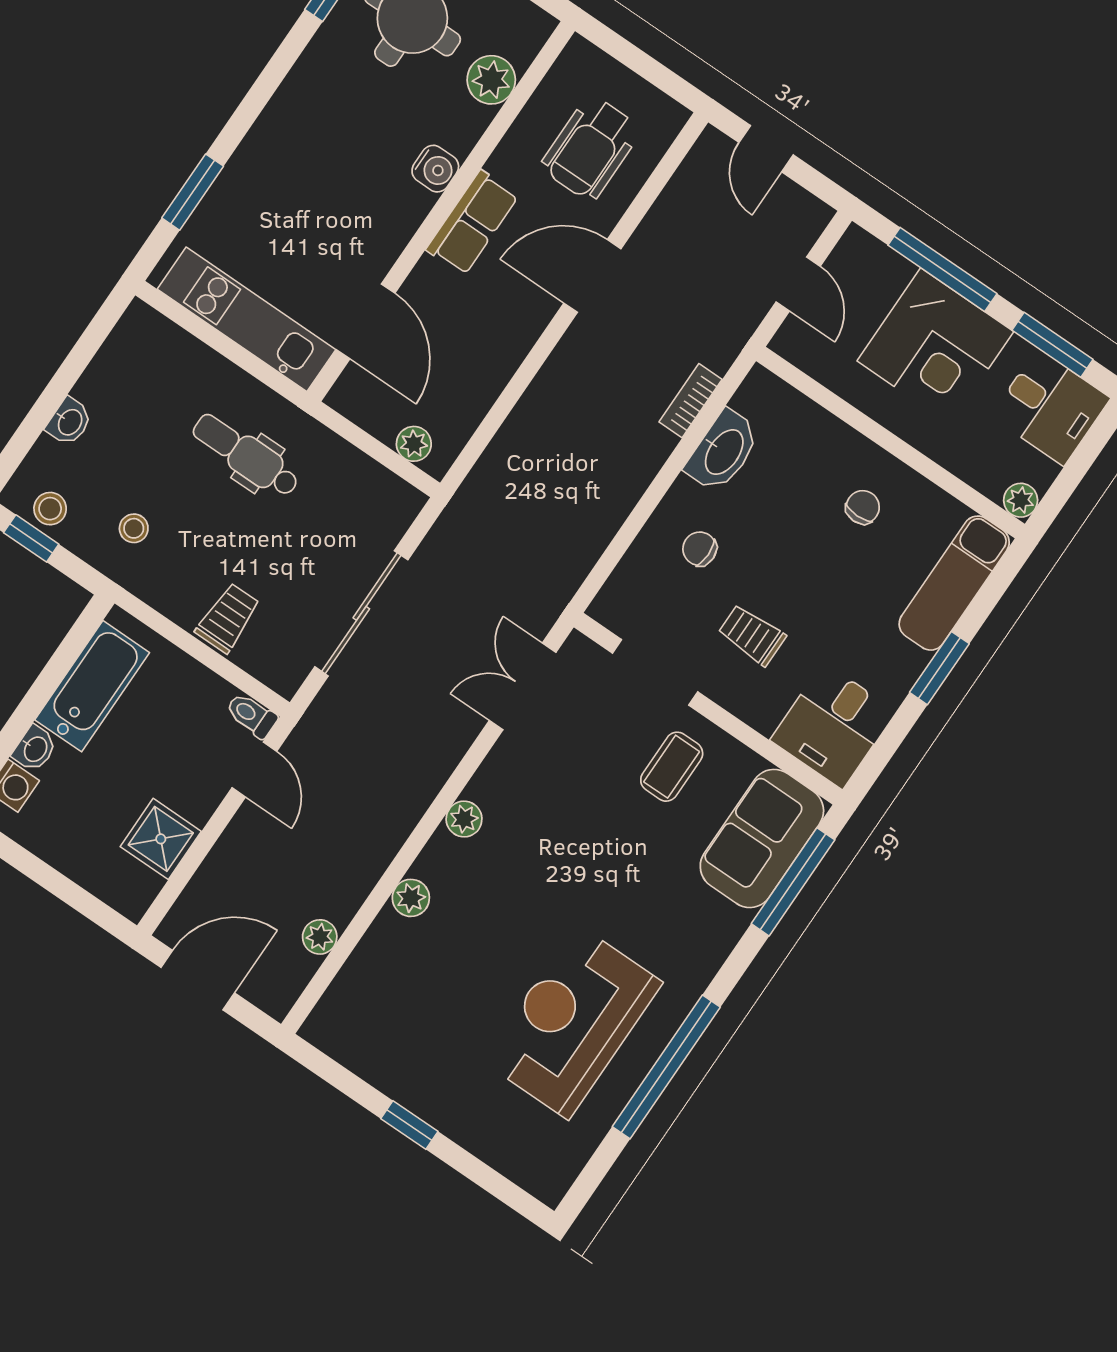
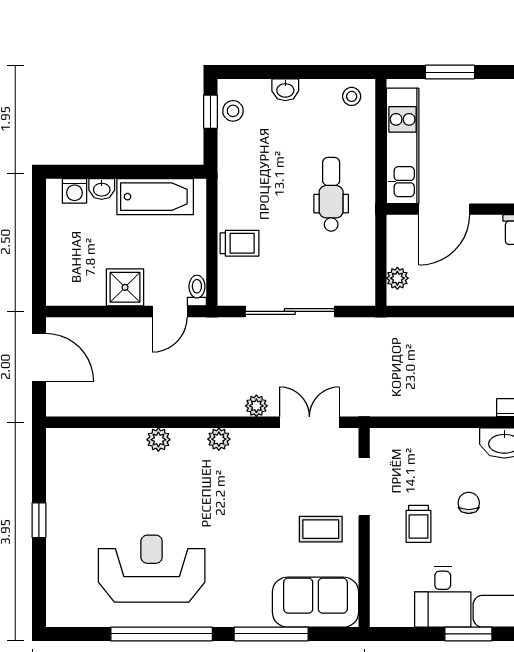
stool: (134, 528) -> (352, 96), moved
chair: (700, 549) -> (469, 503), moved
trolley: (752, 635) -> (419, 524), turned 180
desk: (833, 726) -> (443, 597), moved, turned -90
shower: (161, 839) -> (125, 287), moved
window: (793, 882) -> (271, 634), moved
plant: (320, 937) -> (256, 406), moved

